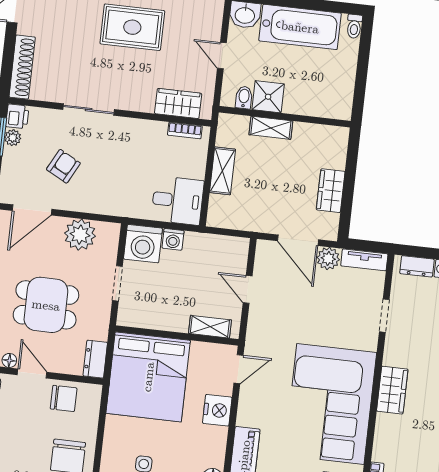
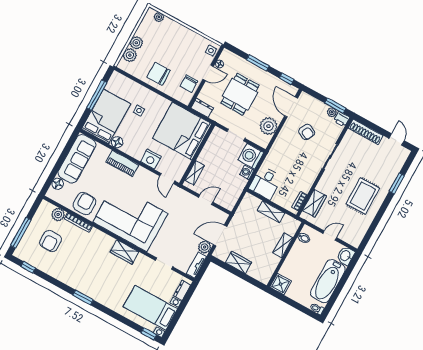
shower: (268, 97) -> (281, 284), moved

